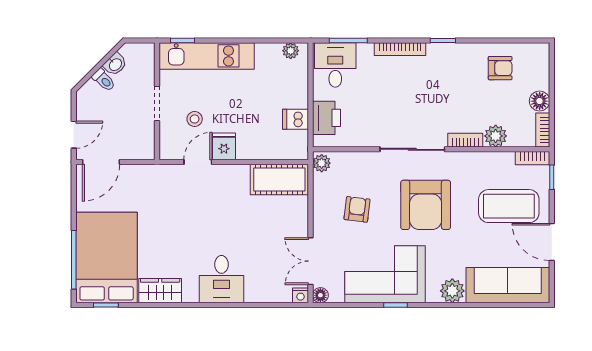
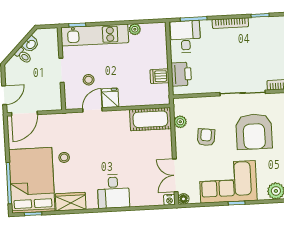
plant: (291, 51) -> (135, 29), moved
plant: (322, 163) -> (180, 122), moved
stool: (154, 227) -> (64, 157), added

